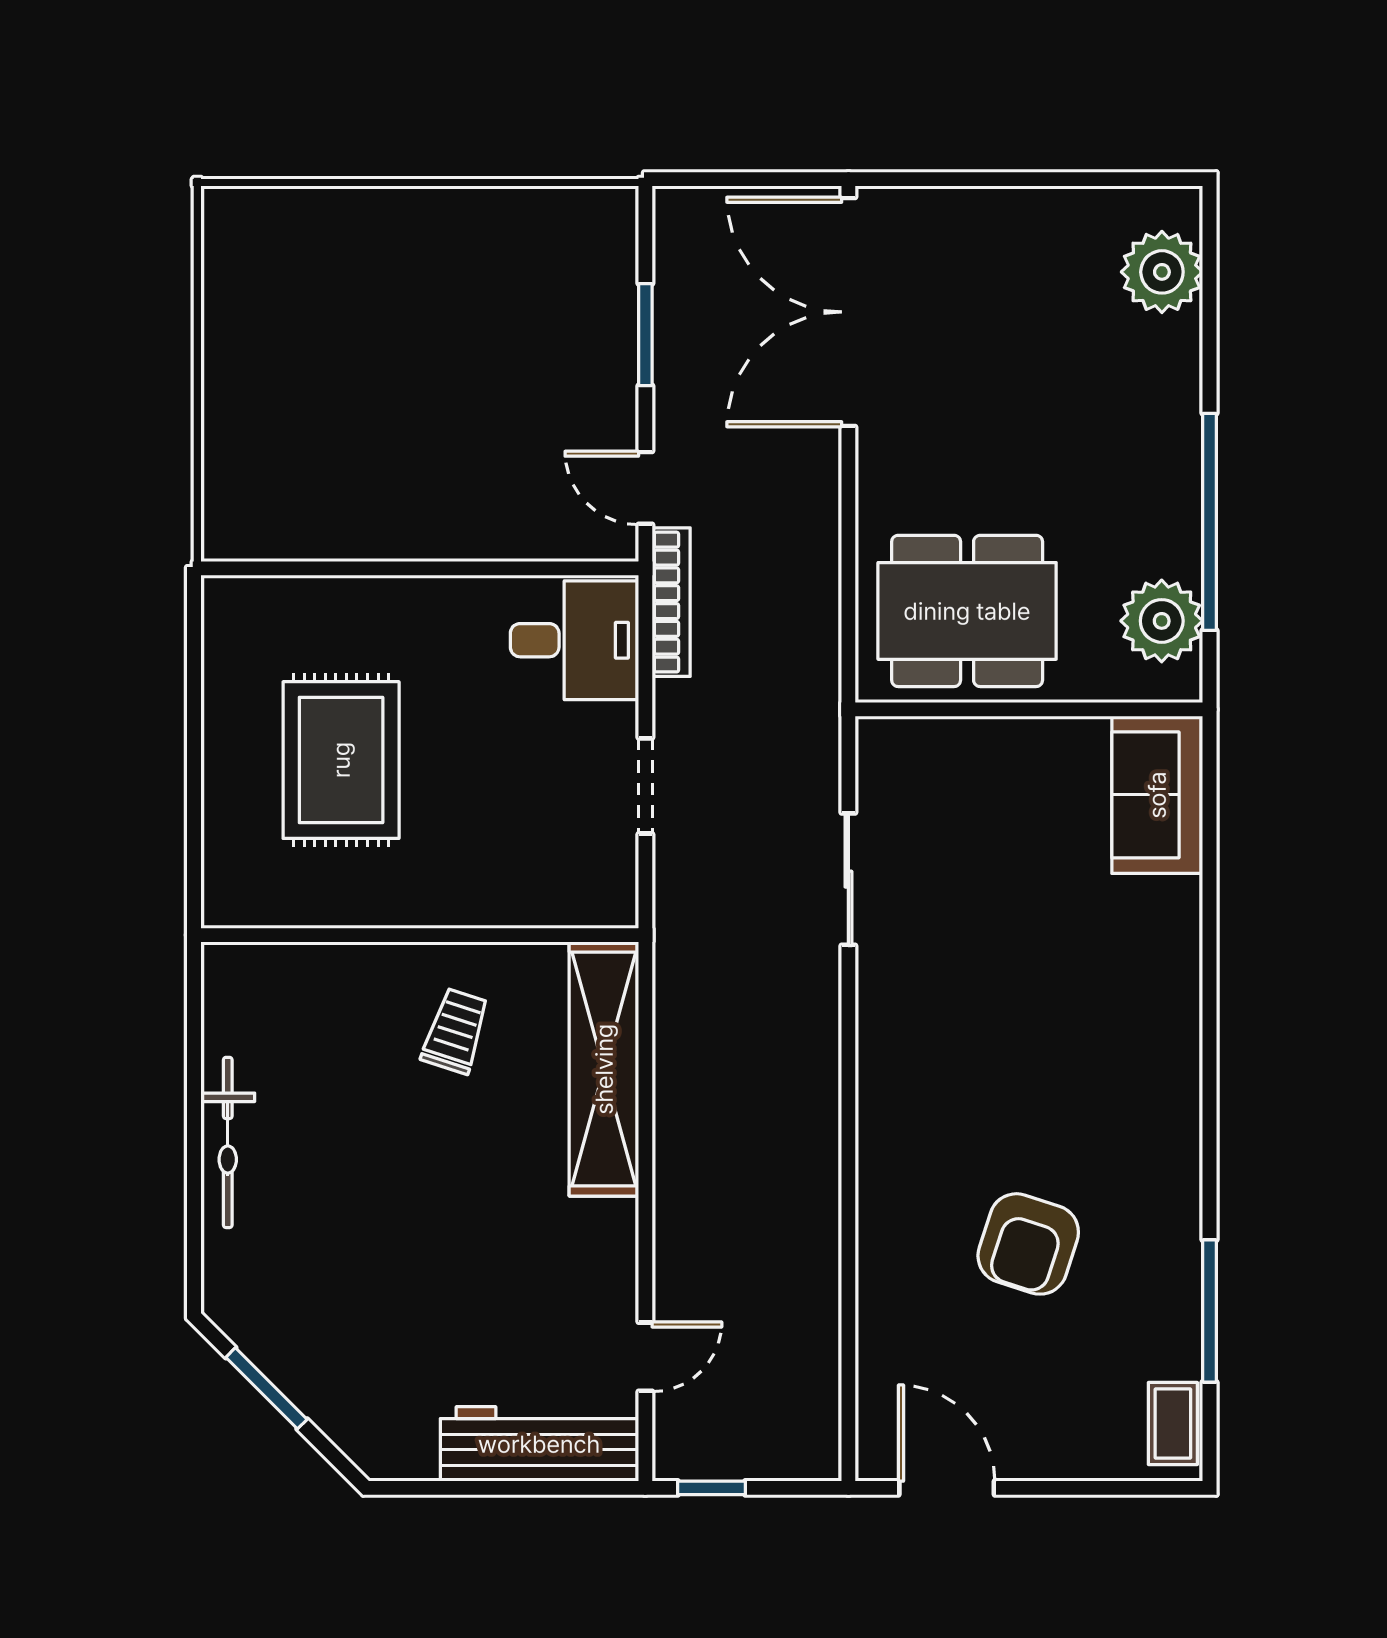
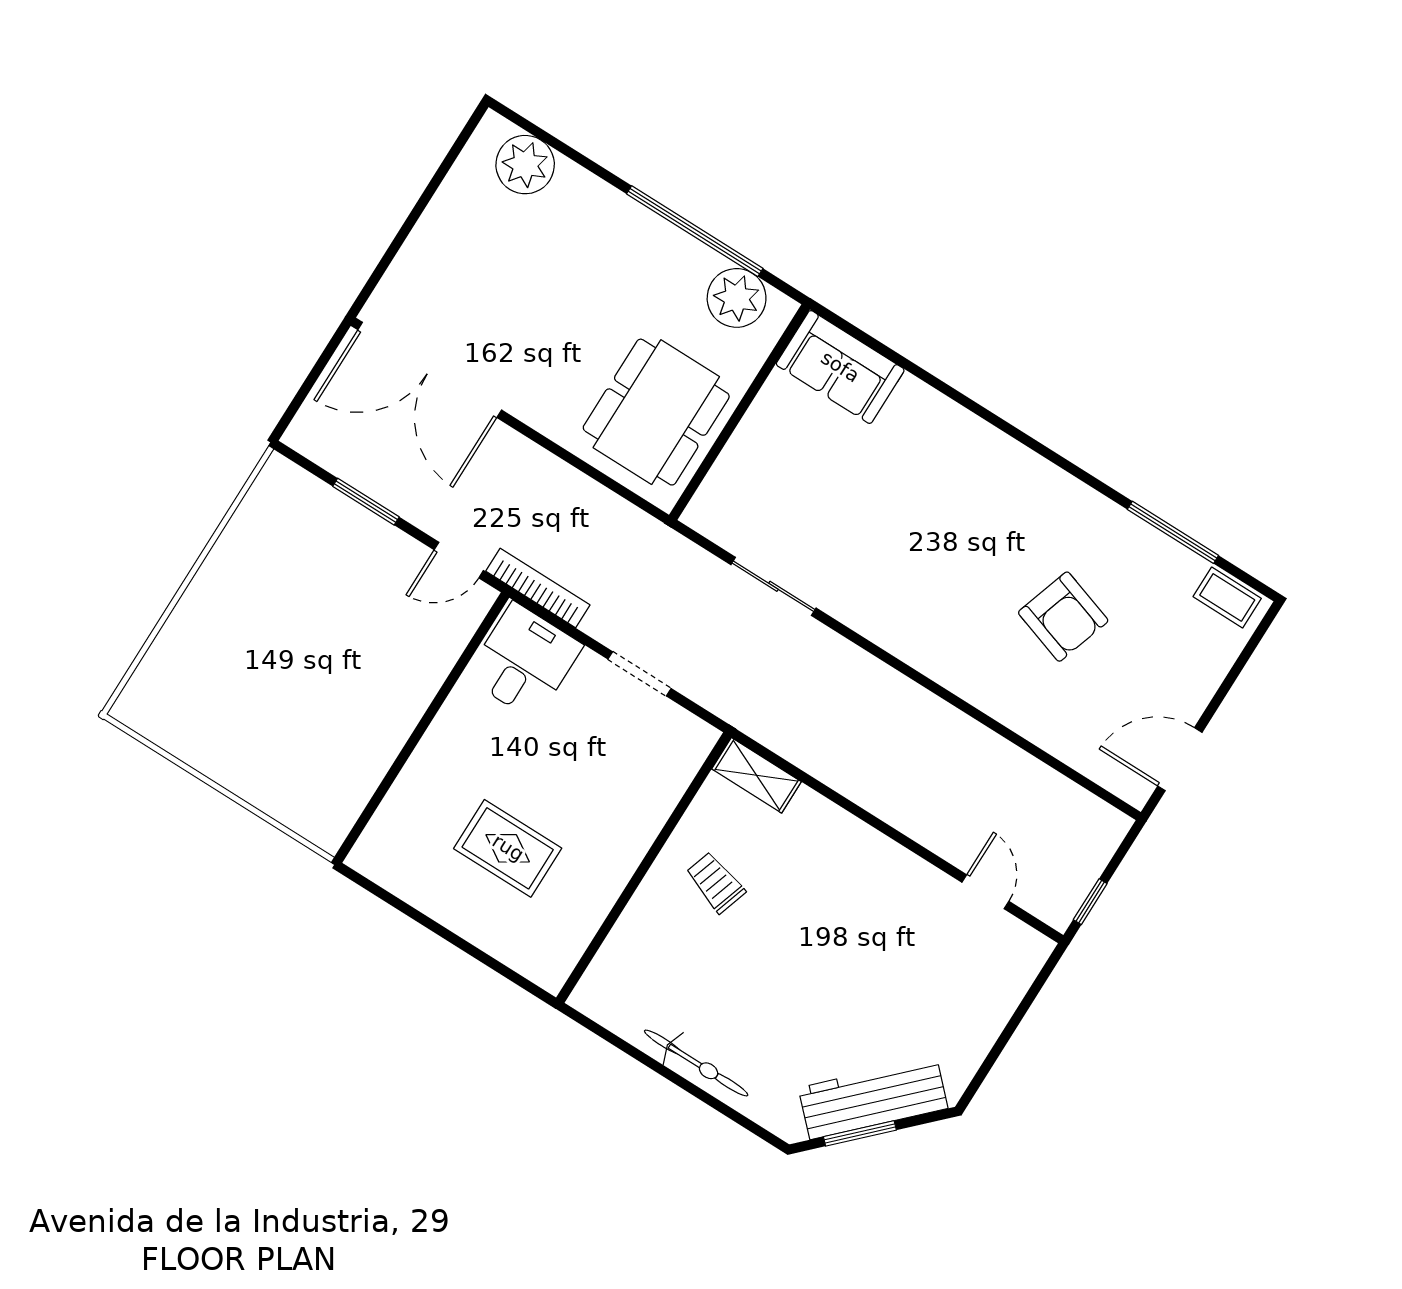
rug: (341, 760) -> (508, 848), width x0.73, depth x0.70
shelving: (604, 1069) -> (756, 775), width x0.45, depth x0.75
workbench: (539, 1444) -> (873, 1098), moved, turned 45

